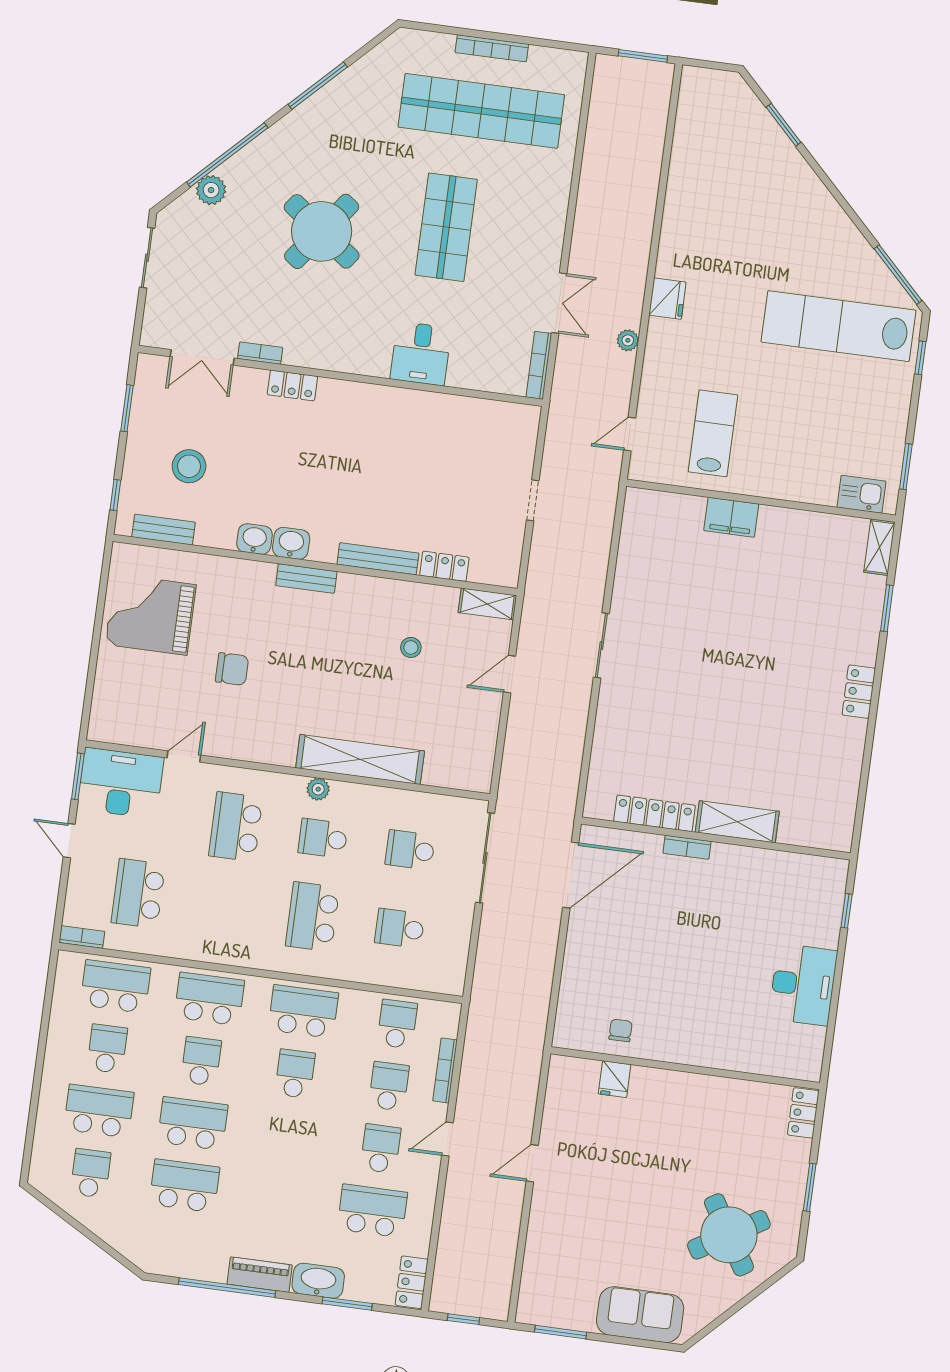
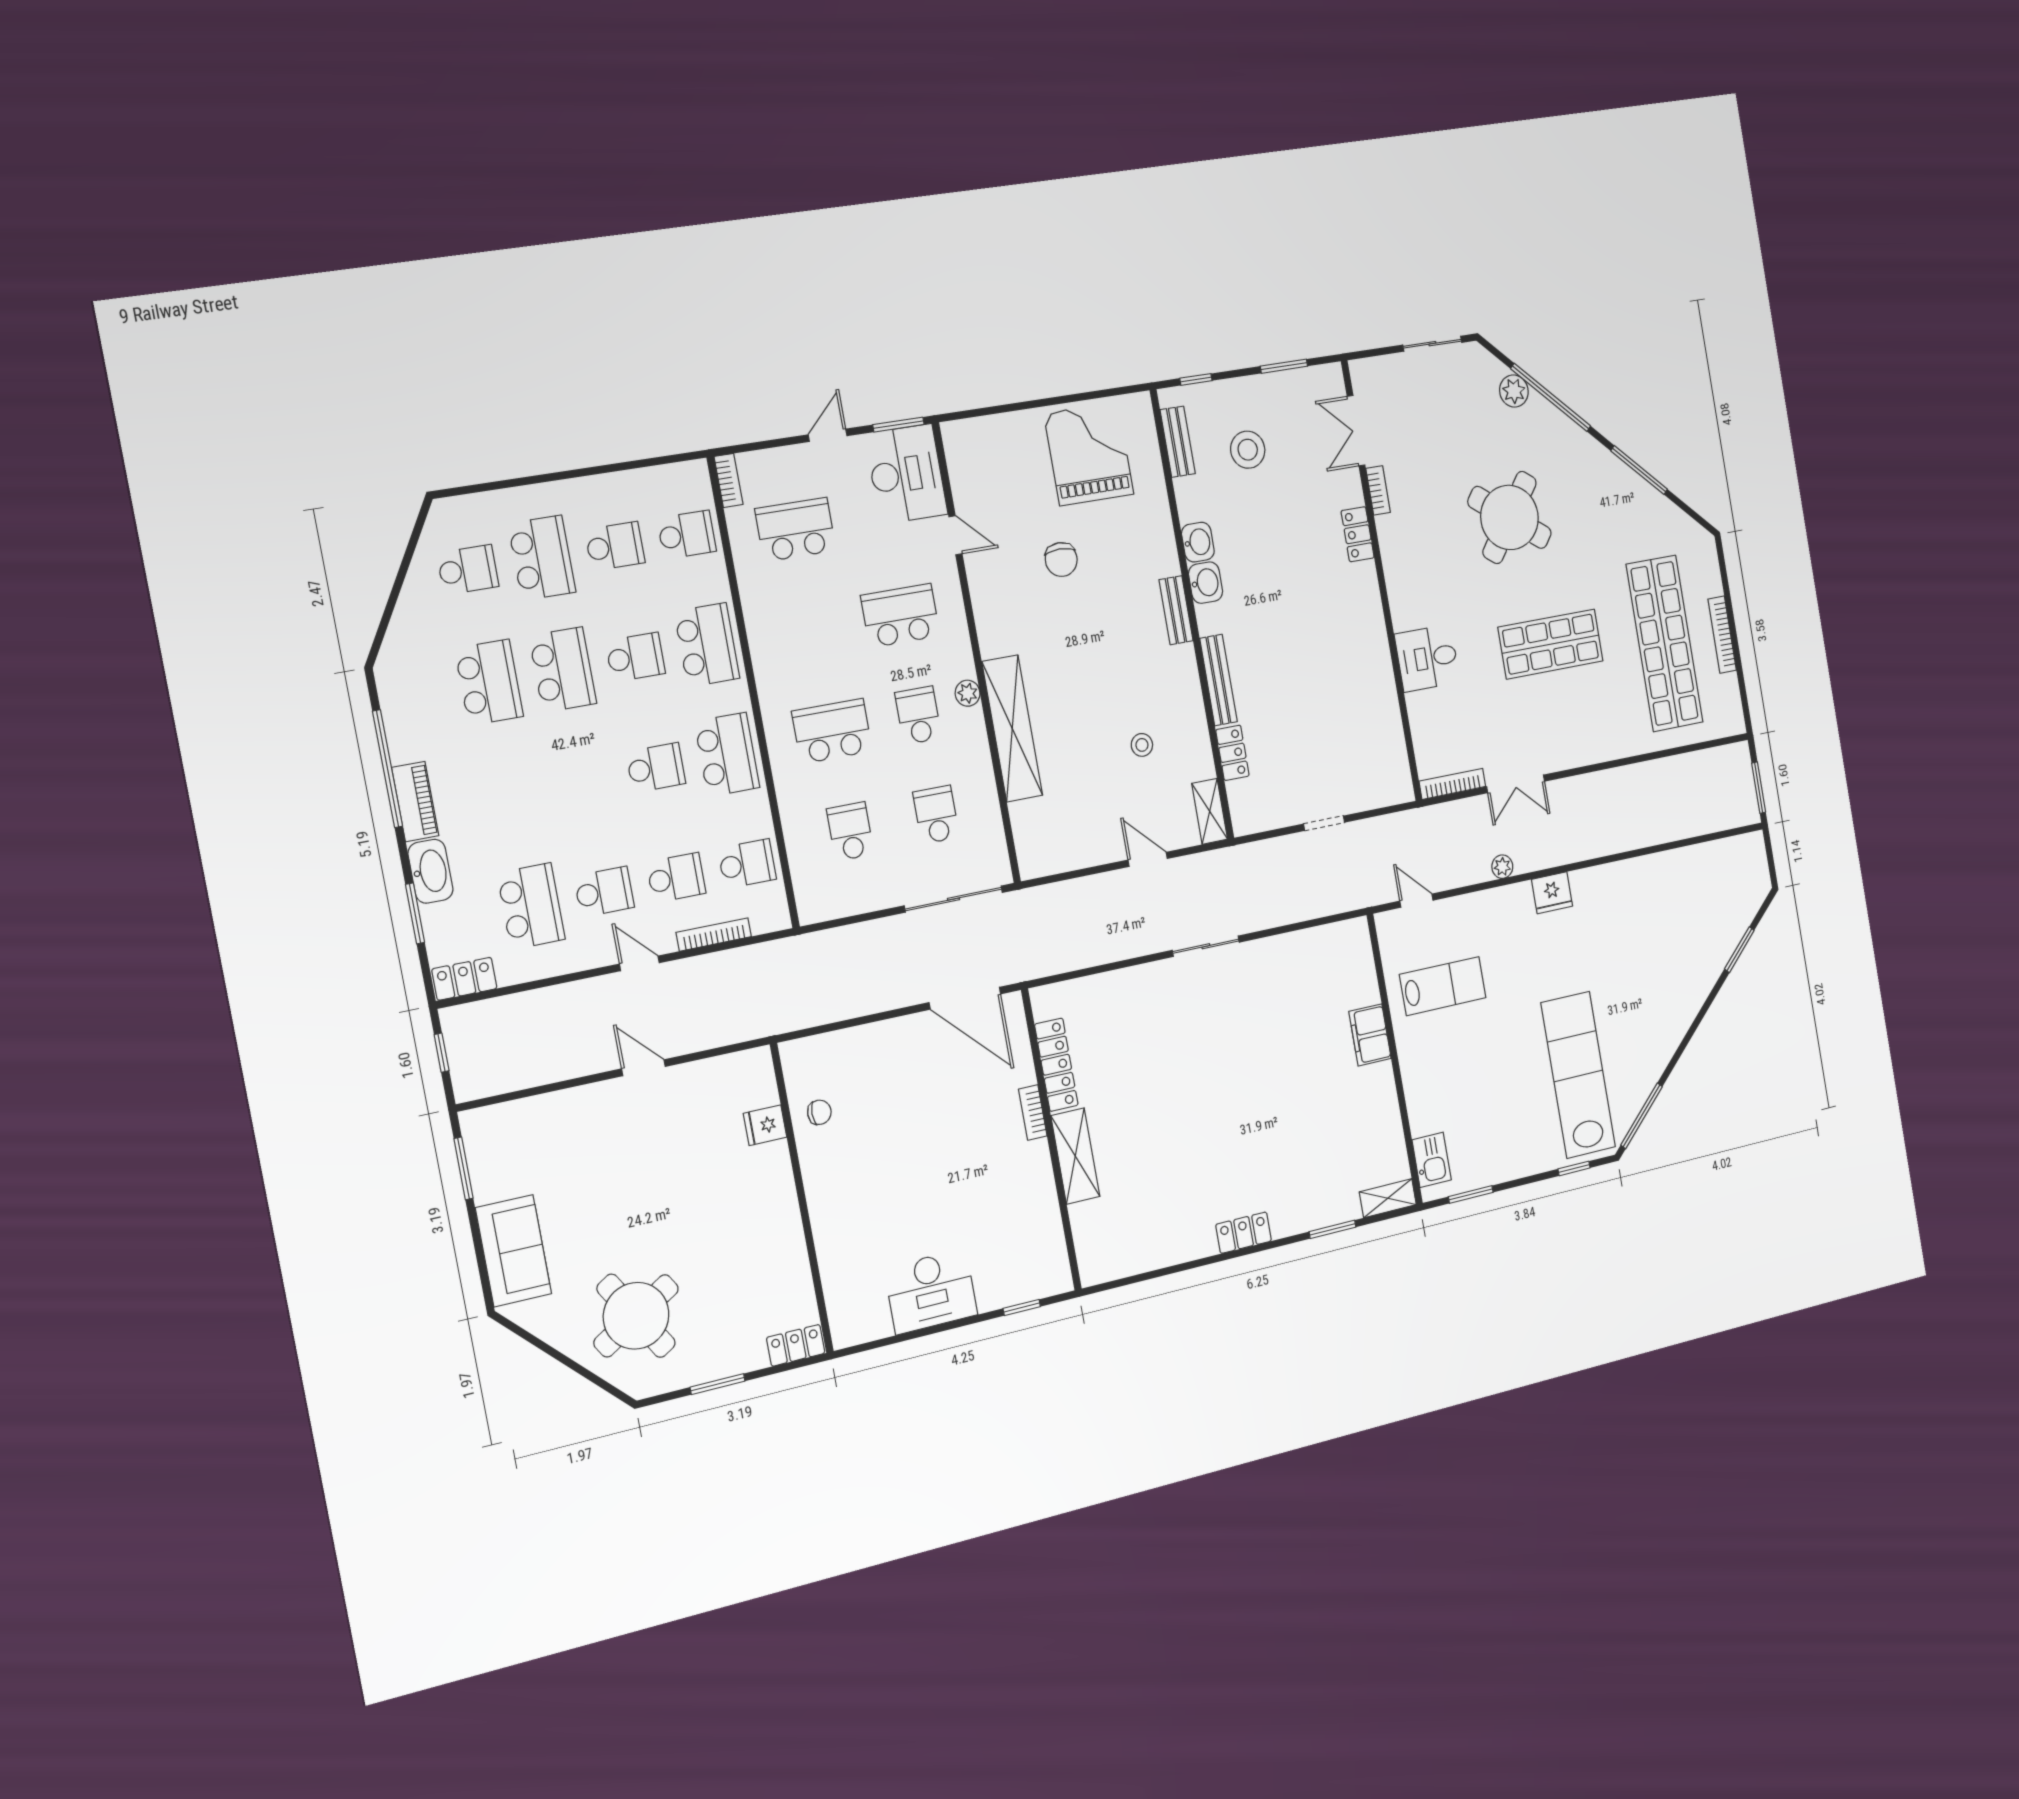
school desk: (115, 986) -> (687, 535), width x0.54

